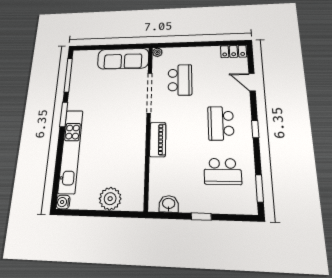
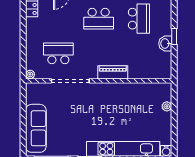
sofa: (123, 59) -> (36, 128), moved
plant: (110, 199) -> (167, 106), width x0.53, depth x0.53
washbasin: (169, 204) -> (165, 43), moved

